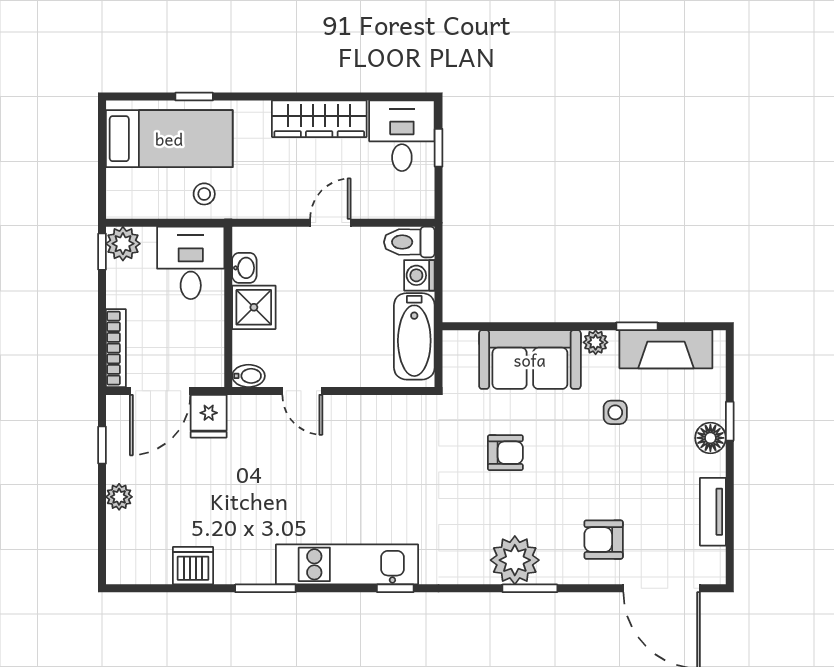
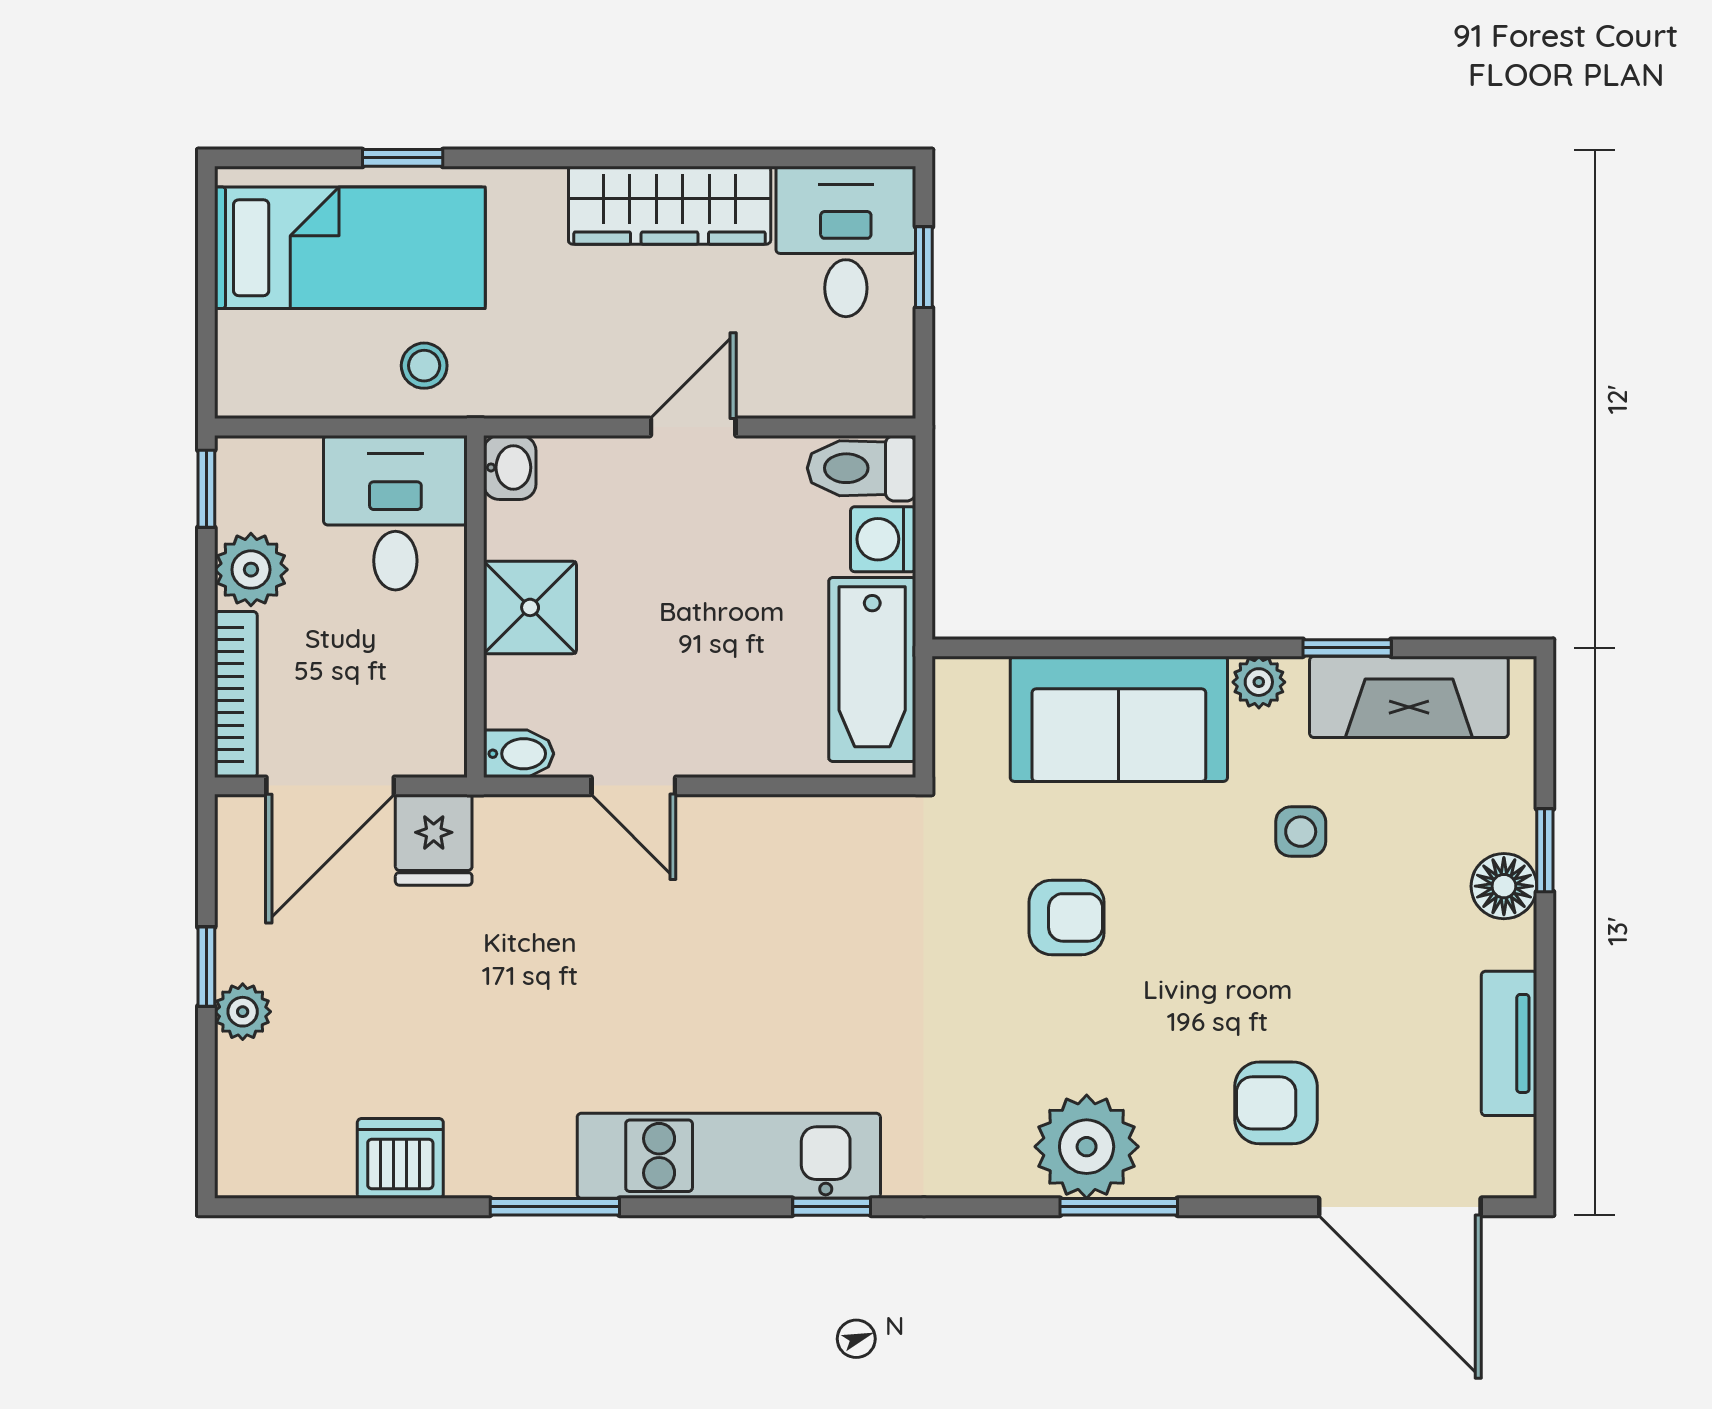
plant: (123, 244) -> (251, 570), moved
washbasin: (244, 268) -> (510, 467), moved
window: (102, 445) -> (206, 967), moved

